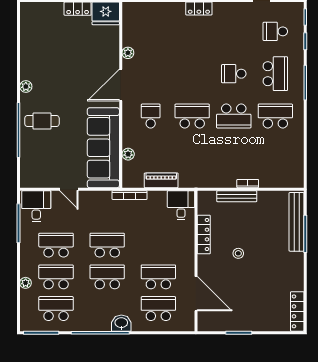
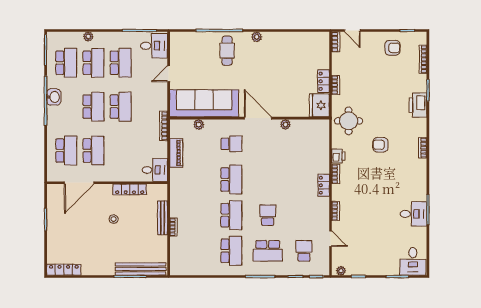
school desk: (234, 116) -> (231, 215), turned 180
washbasin: (121, 323) -> (54, 97), moved

